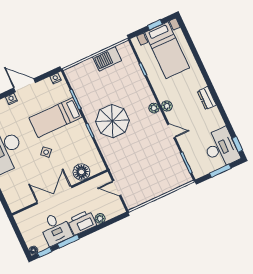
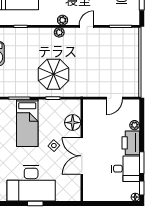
floor lamp: (81, 172) -> (73, 123), moved
wall: (60, 192) -> (82, 150), moved
double door: (54, 195) -> (82, 156), moved

